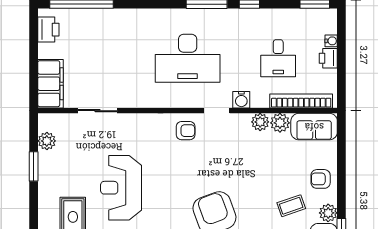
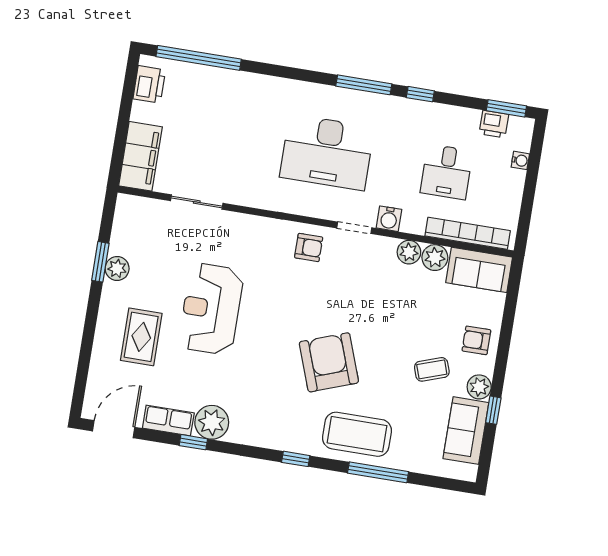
printer: (328, 58) -> (494, 124), moved, turned -90
plant: (47, 141) -> (117, 269), moved

